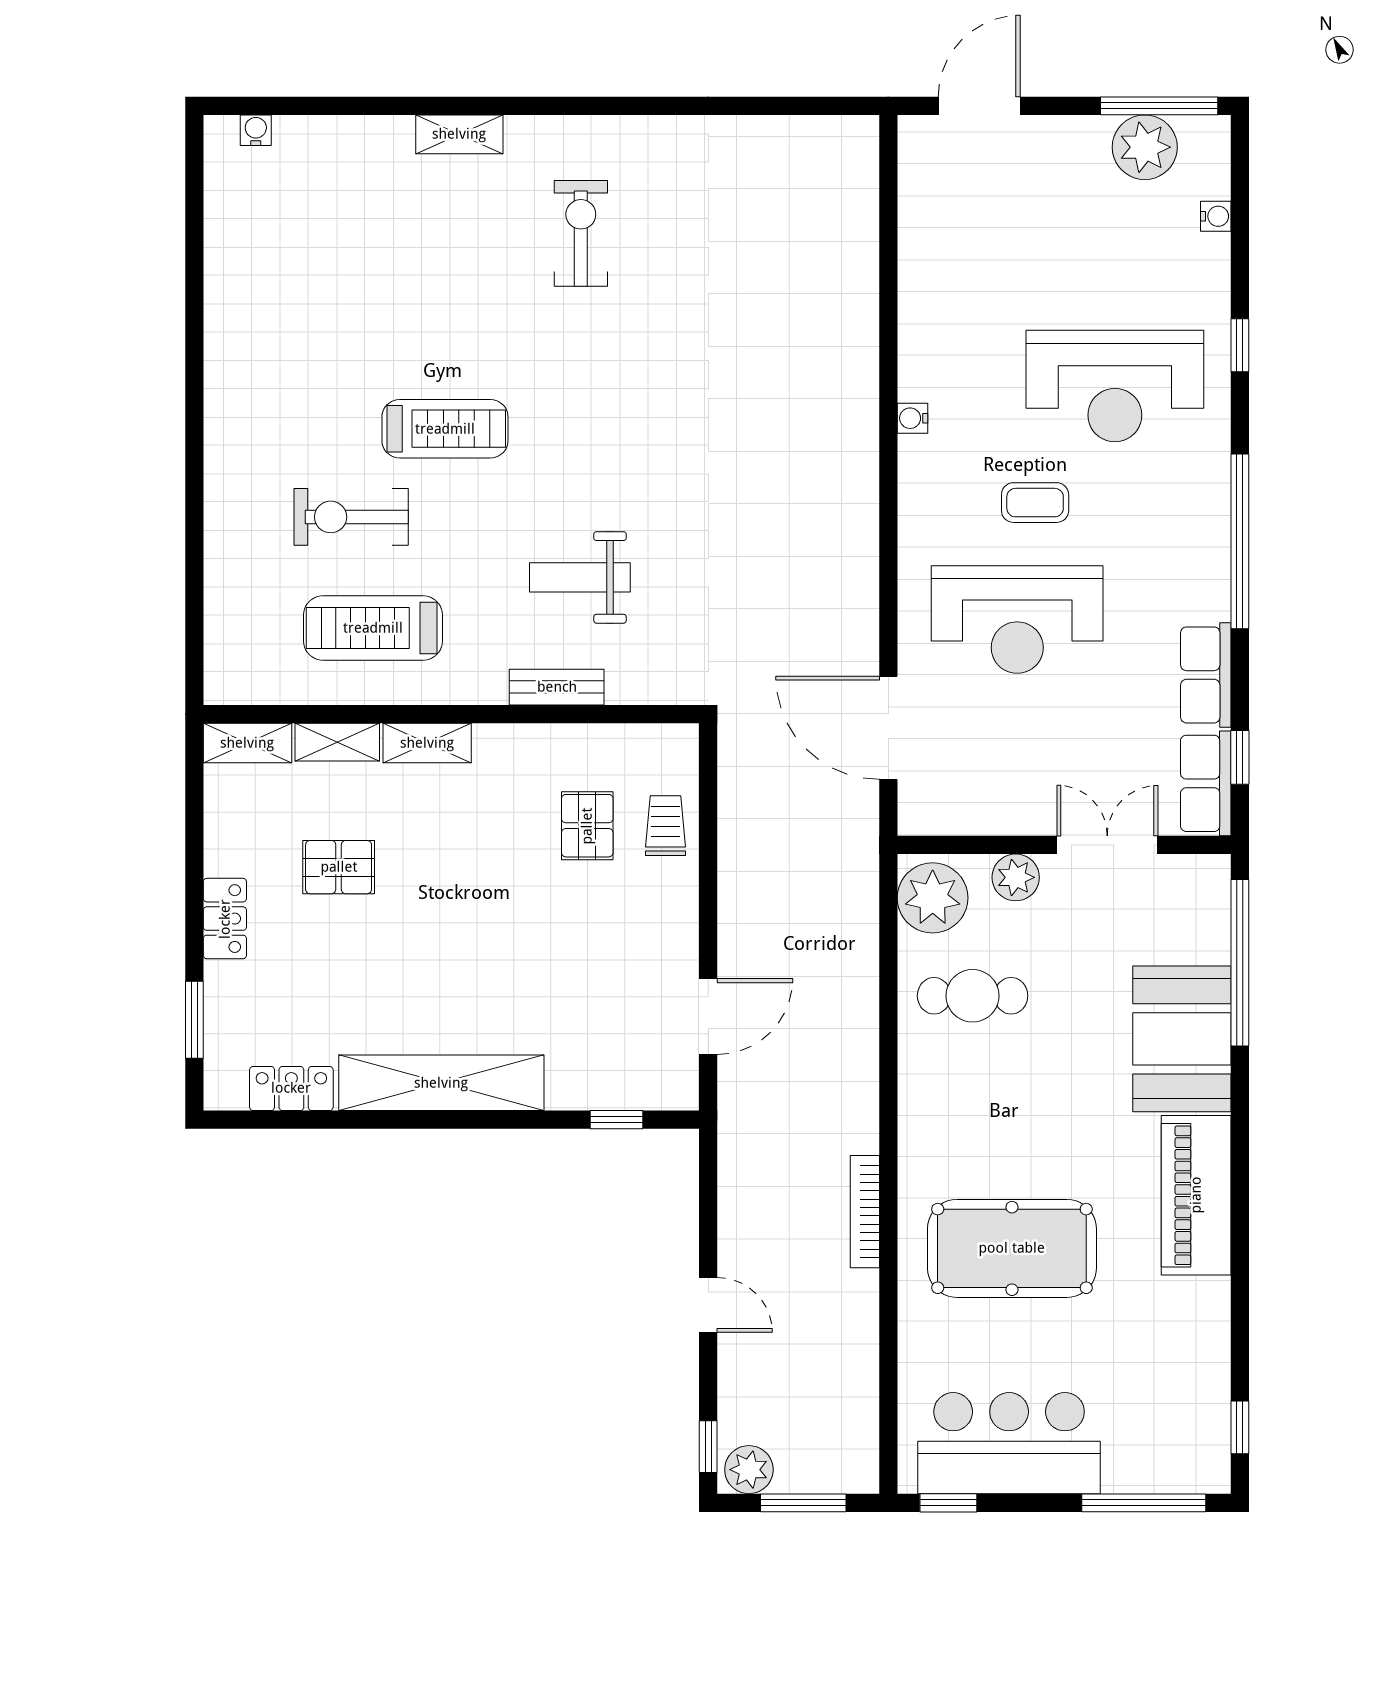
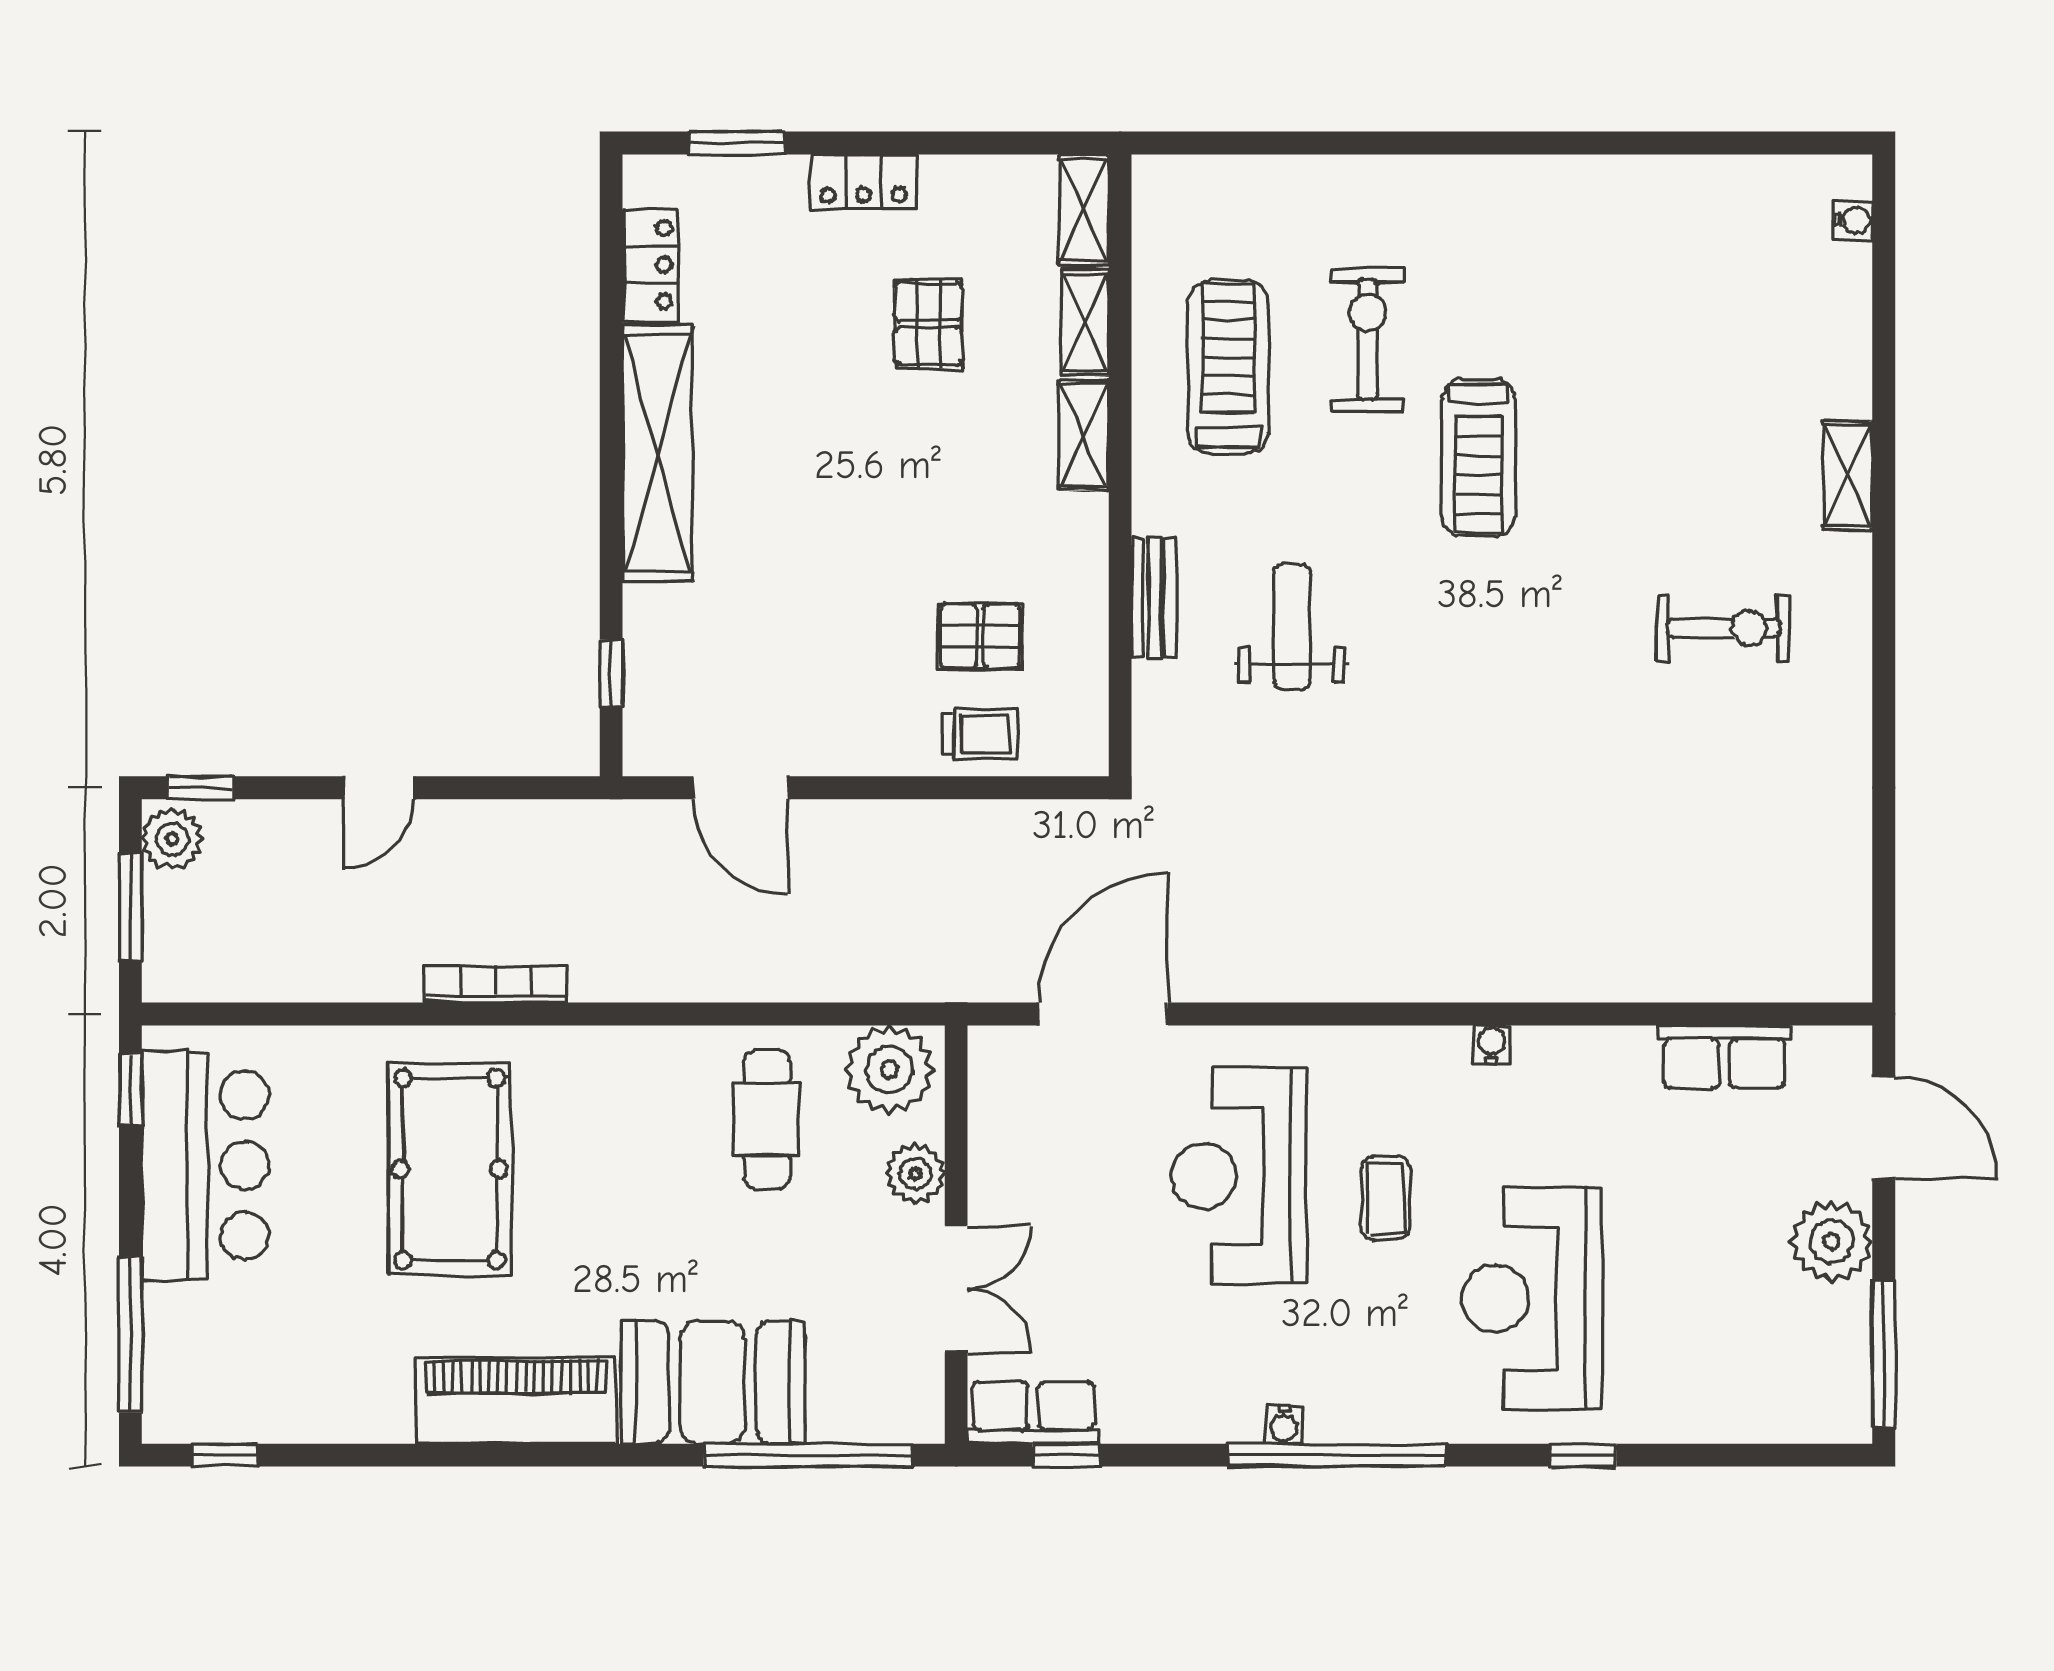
plant: (1145, 147) -> (1832, 1241), moved
water cooler: (1216, 216) -> (1284, 1425), moved
row of seats: (1206, 675) -> (1724, 1057), moved, turned 180

